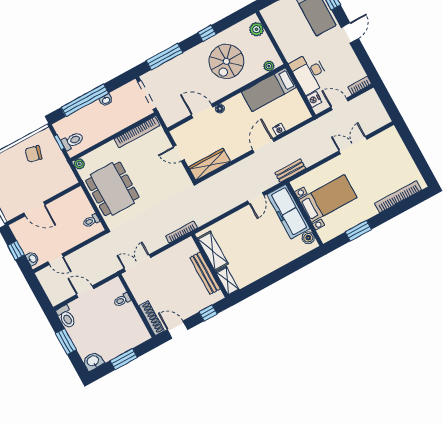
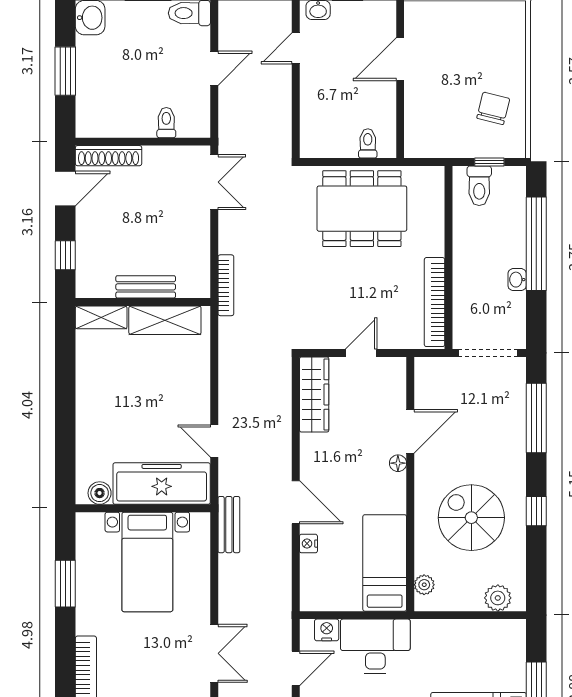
plant: (79, 164) -> (434, 176), removed
toilet: (91, 221) -> (368, 143), moved
bench: (205, 273) -> (146, 287), width x0.73

